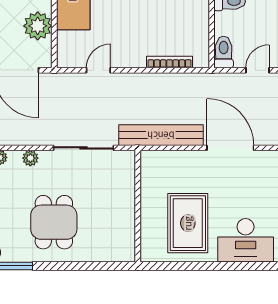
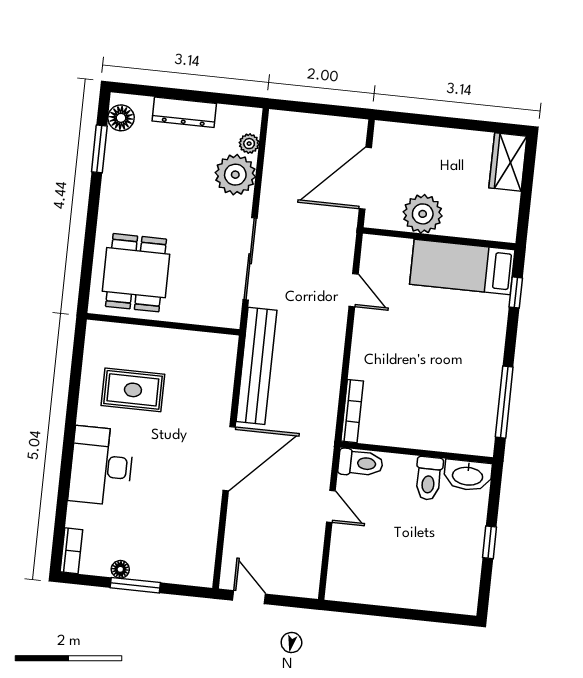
bookcase: (169, 62) -> (352, 411), moved
plant: (30, 158) -> (235, 175), width x1.87, depth x1.87
dining table: (54, 222) -> (136, 273), moved, turned 90
rug: (188, 223) -> (133, 390), width x0.73, depth x0.70

